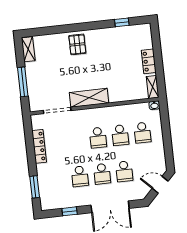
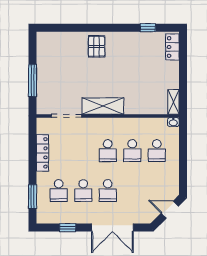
shelving: (28, 49) -> (42, 46), removed
locker: (149, 61) -> (172, 47), moved
school desk: (124, 171) -> (59, 191), moved

